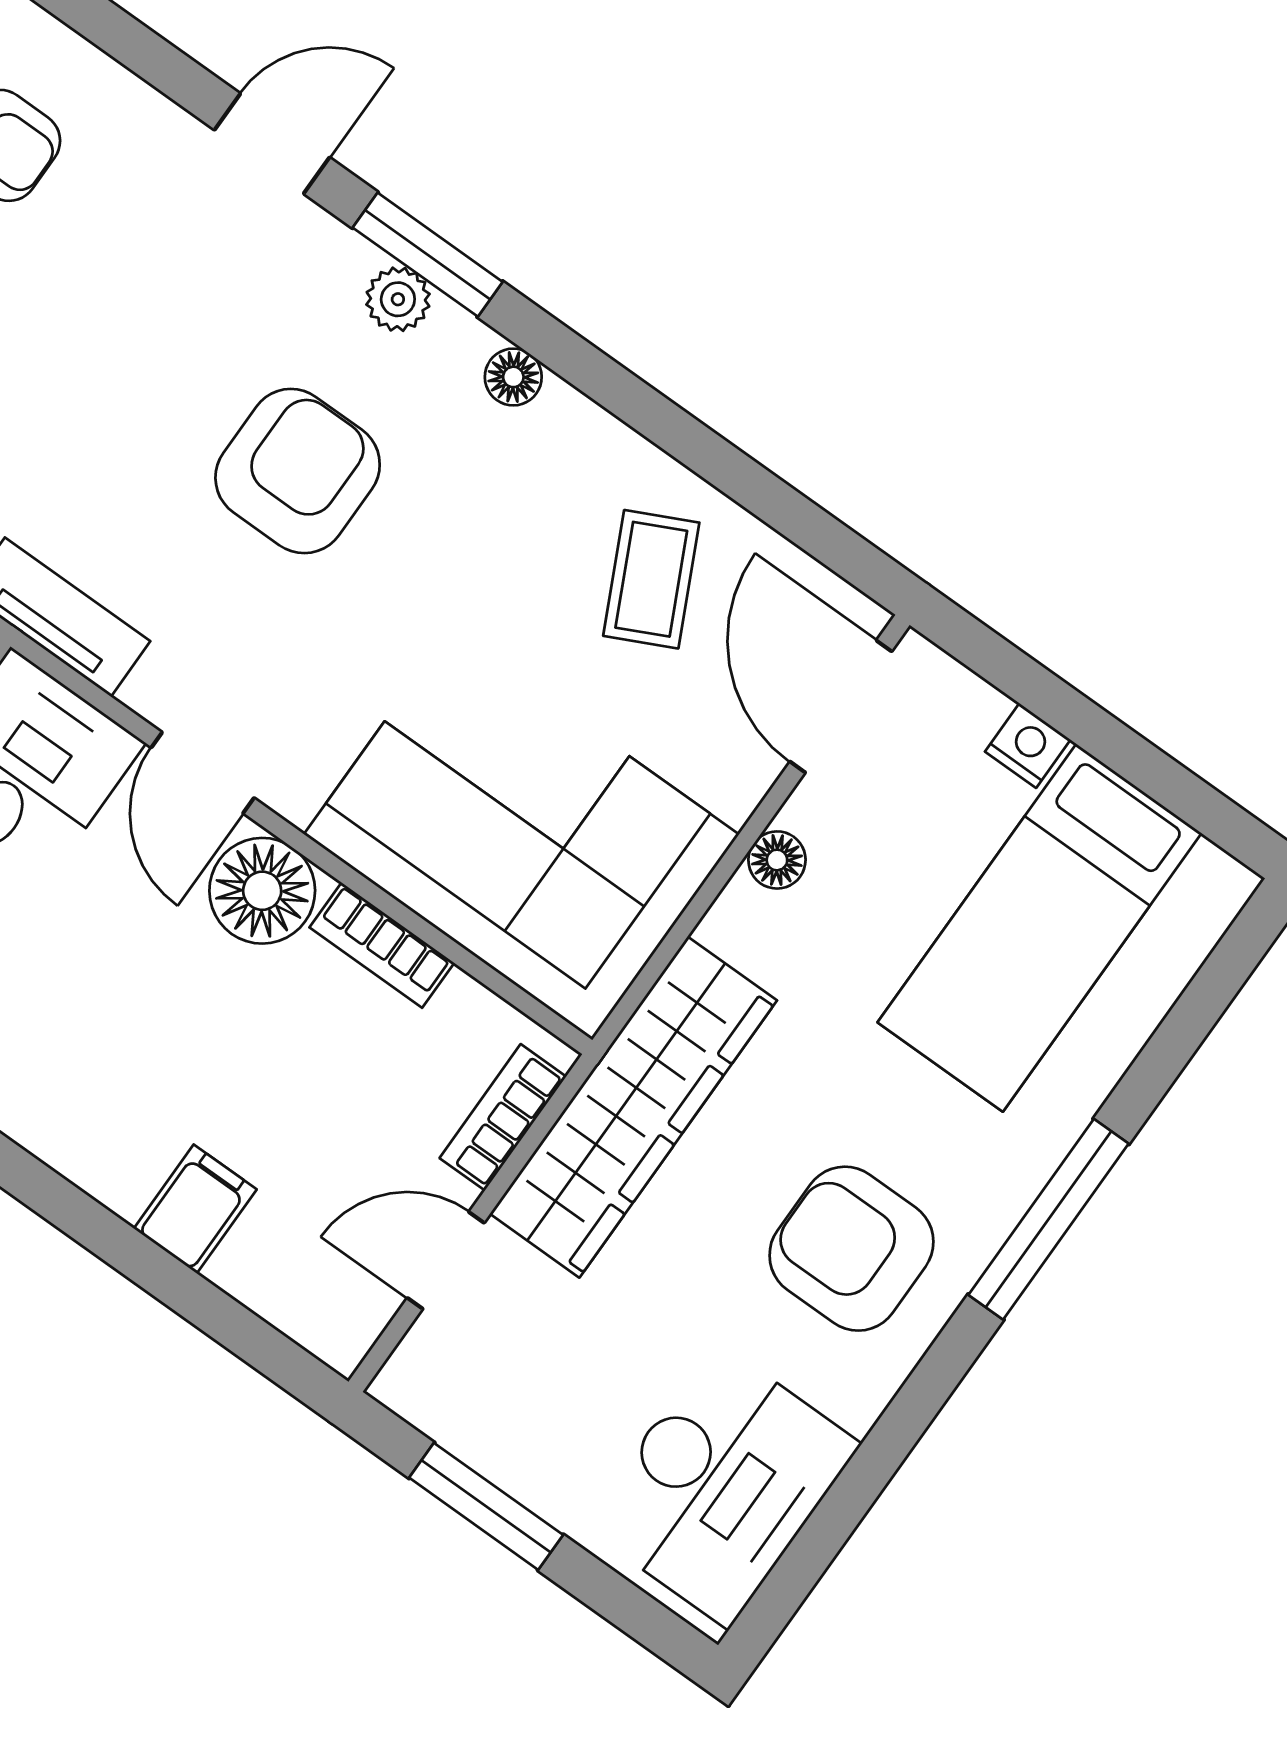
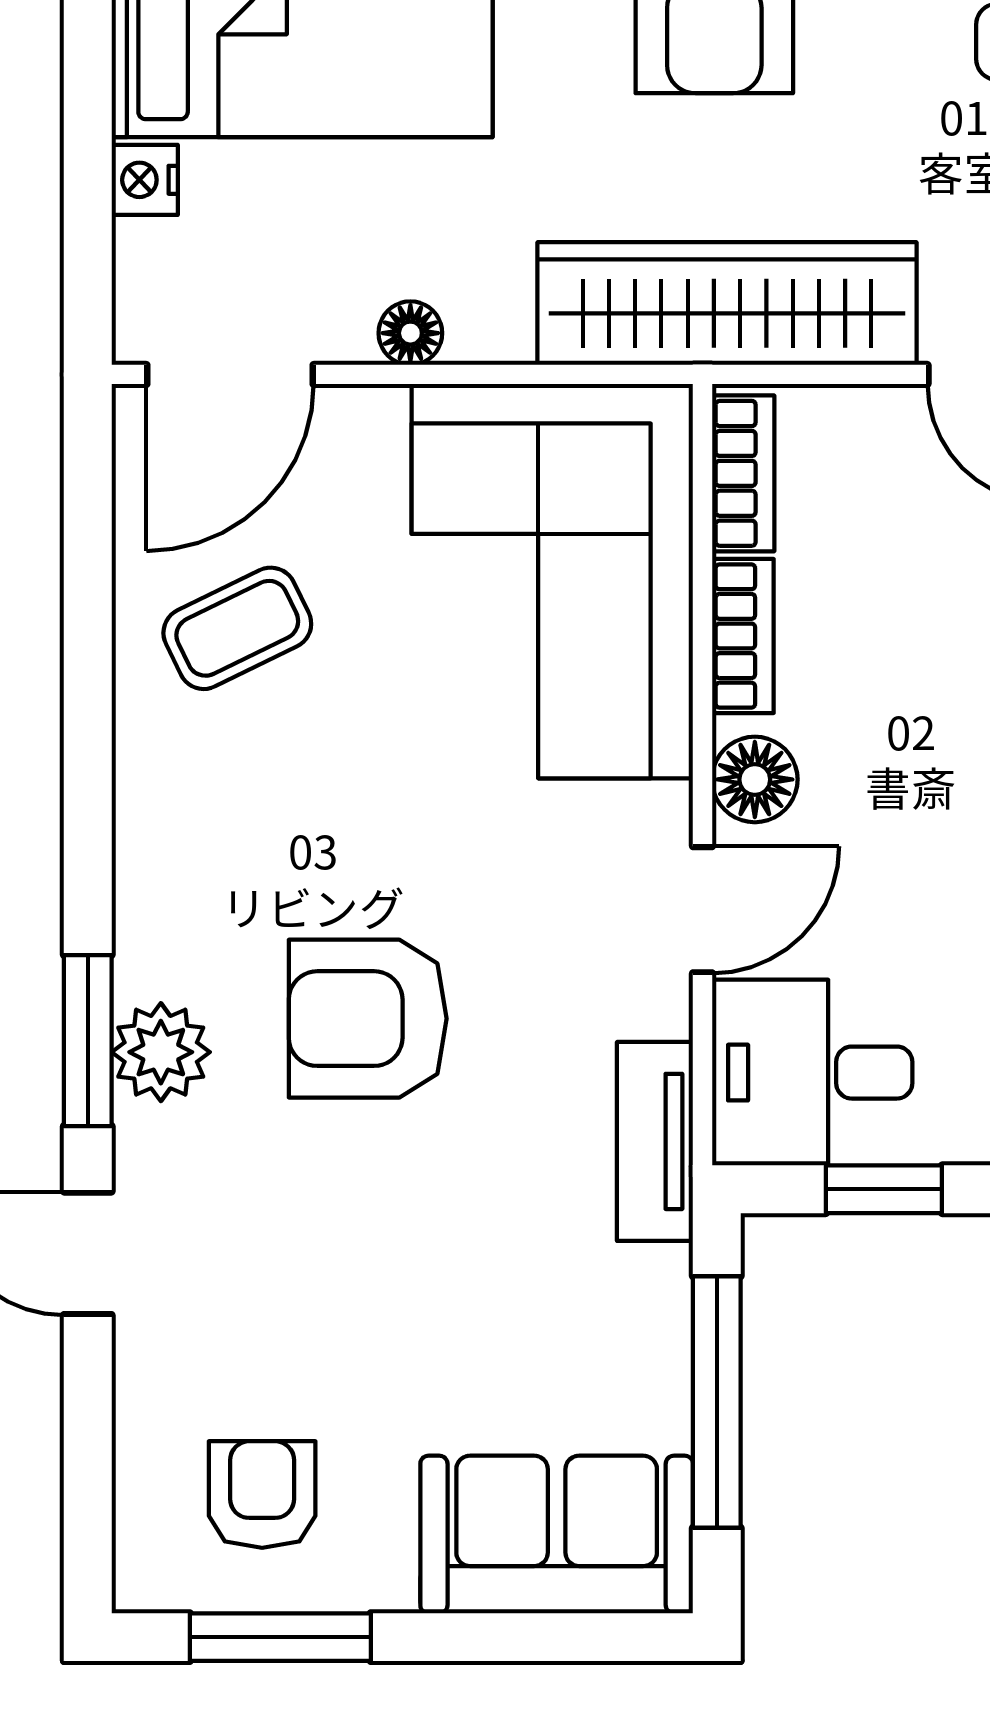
plant: (398, 299) -> (161, 1052), width x1.38, depth x1.38
floor lamp: (513, 377) -> (143, 884), removed
floor lamp: (262, 891) -> (755, 779), width x0.73, depth x0.73
bookcase: (503, 1117) -> (743, 473), moved, turned -90

